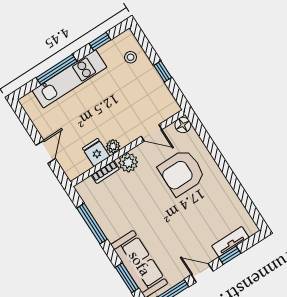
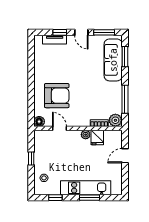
window: (57, 69) -> (89, 198), width x0.69
plant: (128, 162) -> (115, 120), moved

